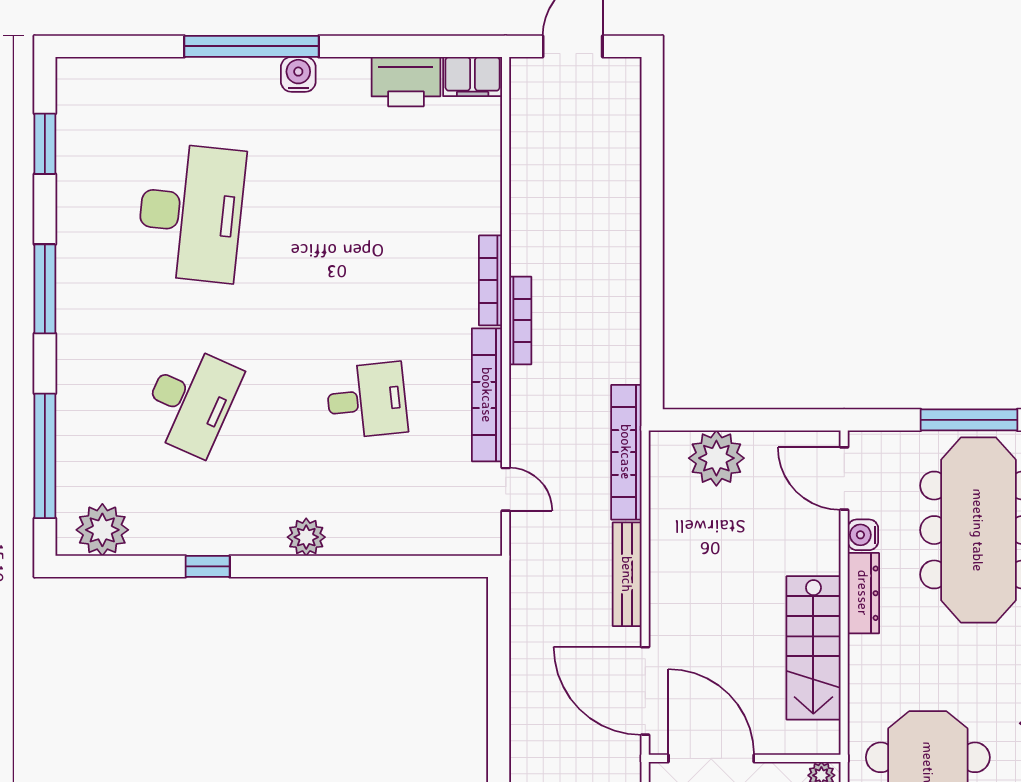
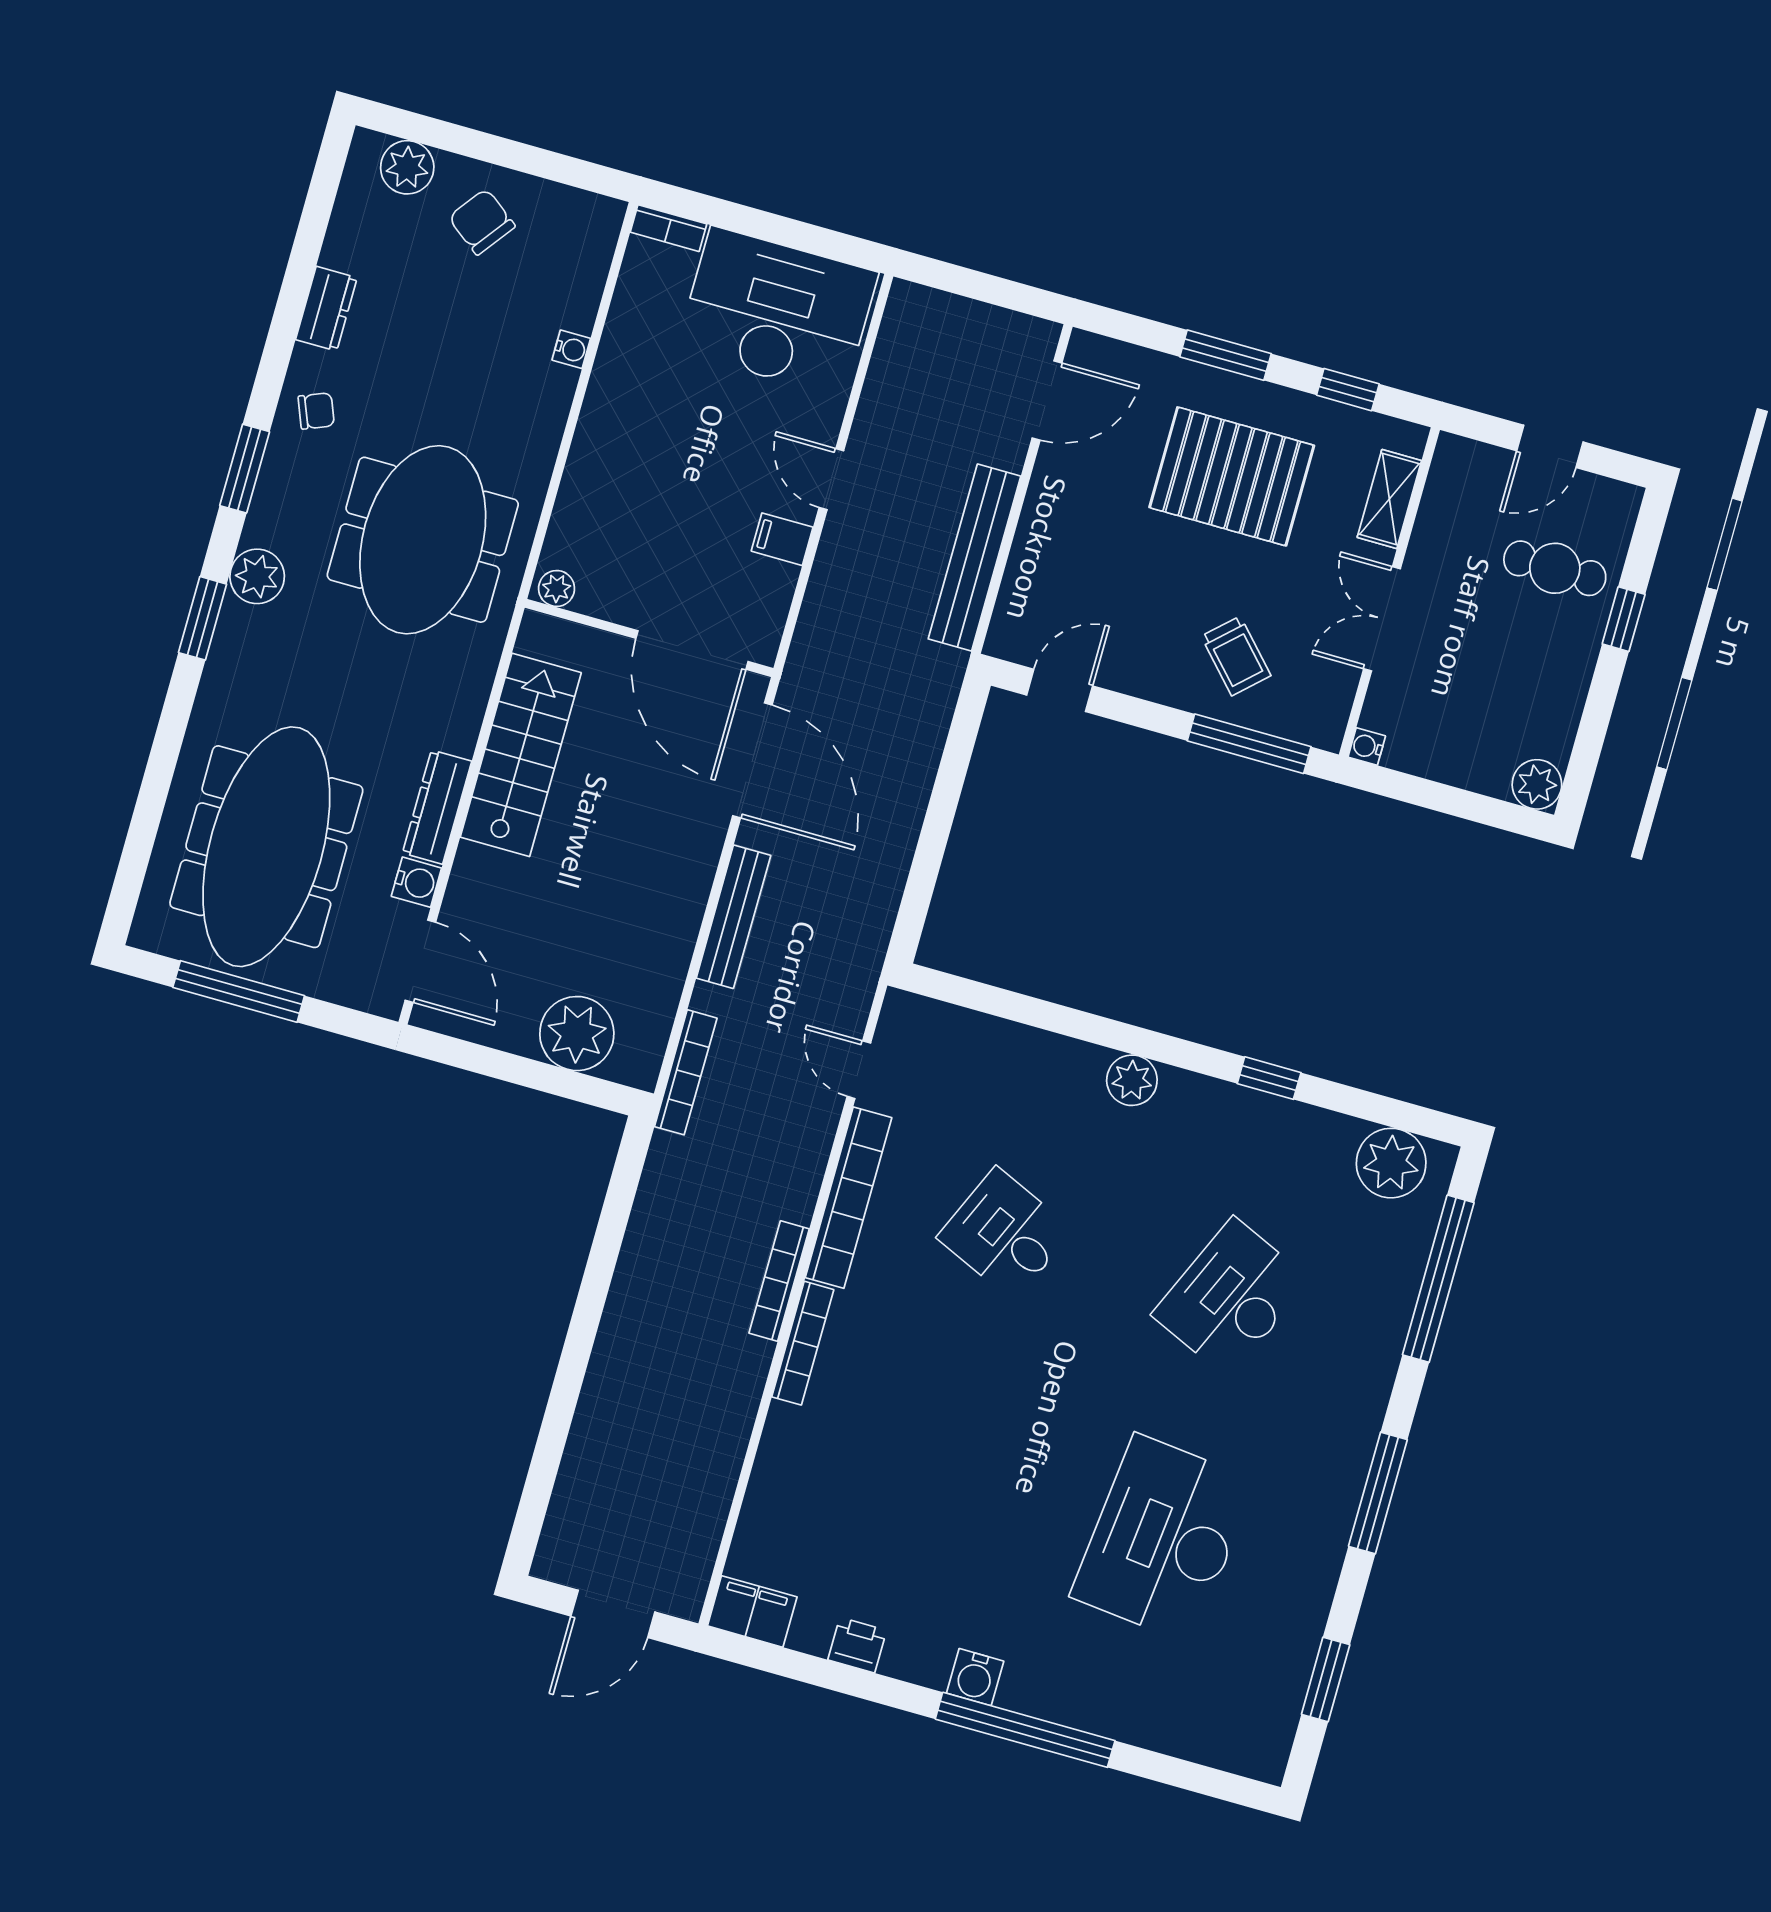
printer: (406, 82) -> (857, 1645), width x0.53, depth x0.68
desk: (367, 400) -> (1005, 1234), turned 30
bookcase: (626, 452) -> (686, 1072), width x0.68, depth x0.76

